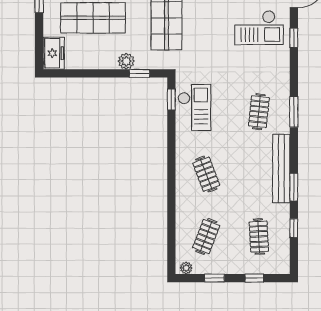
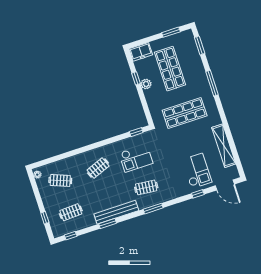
checkout: (259, 28) -> (197, 171), turned 180
plant: (126, 61) -> (146, 84), moved
window: (139, 73) -> (136, 78), moved
checkout: (194, 107) -> (136, 158), moved
window: (294, 228) -> (71, 236), moved
window: (214, 278) -> (37, 194), removed

